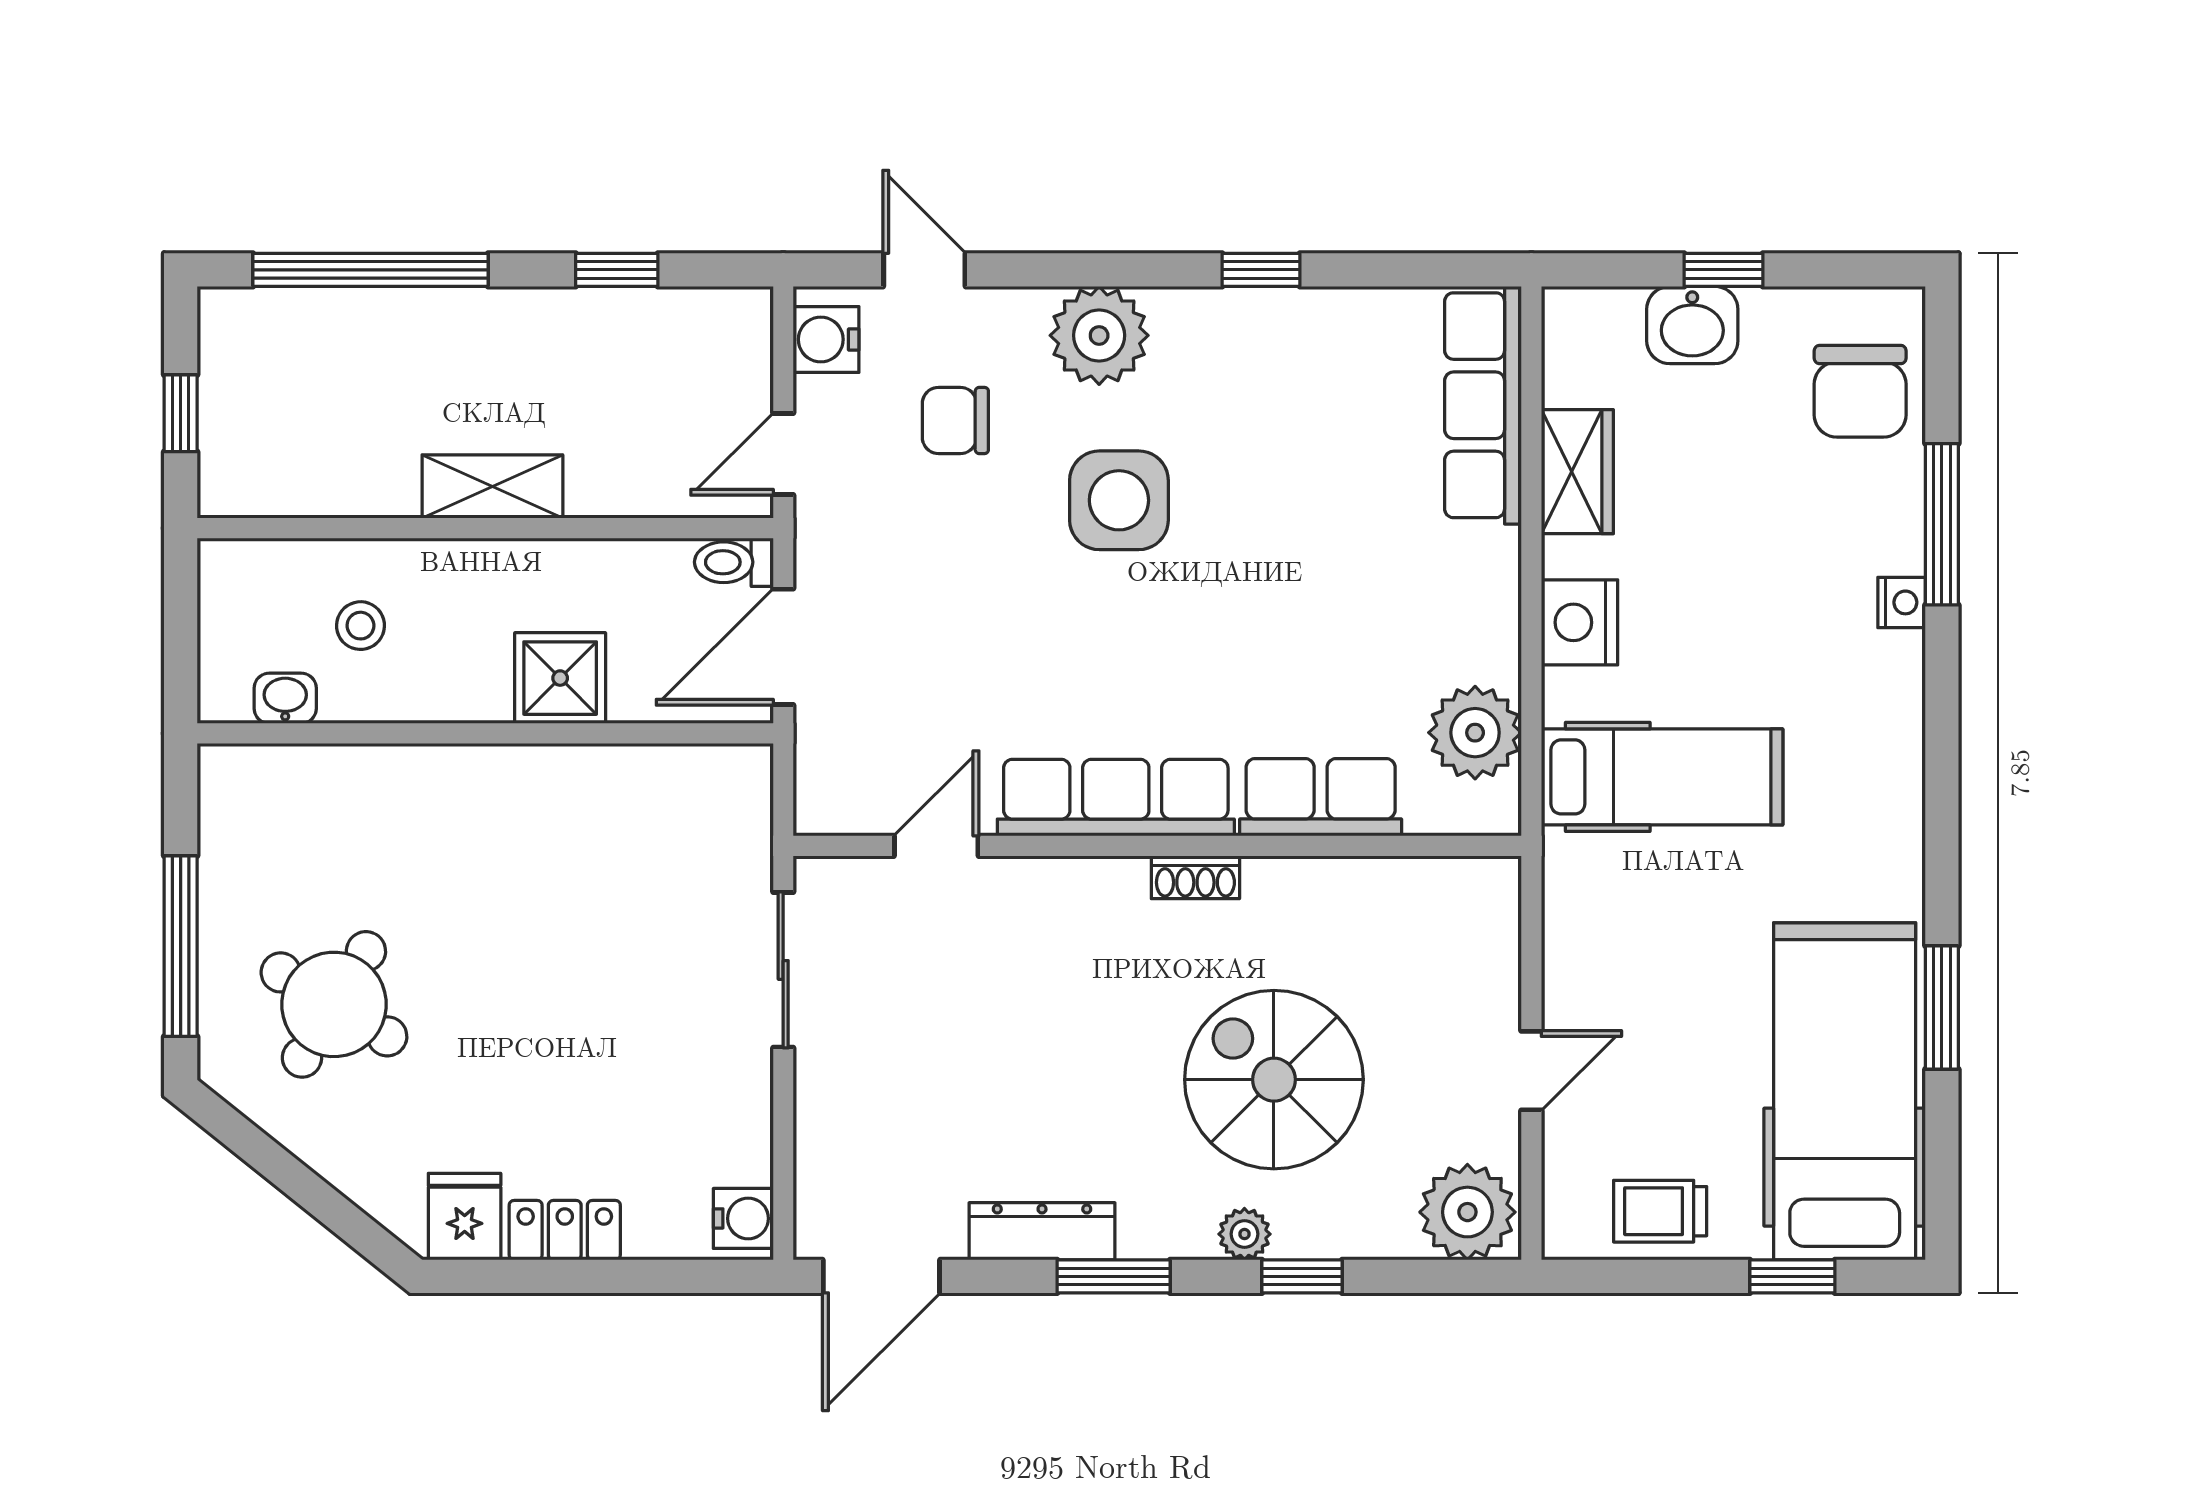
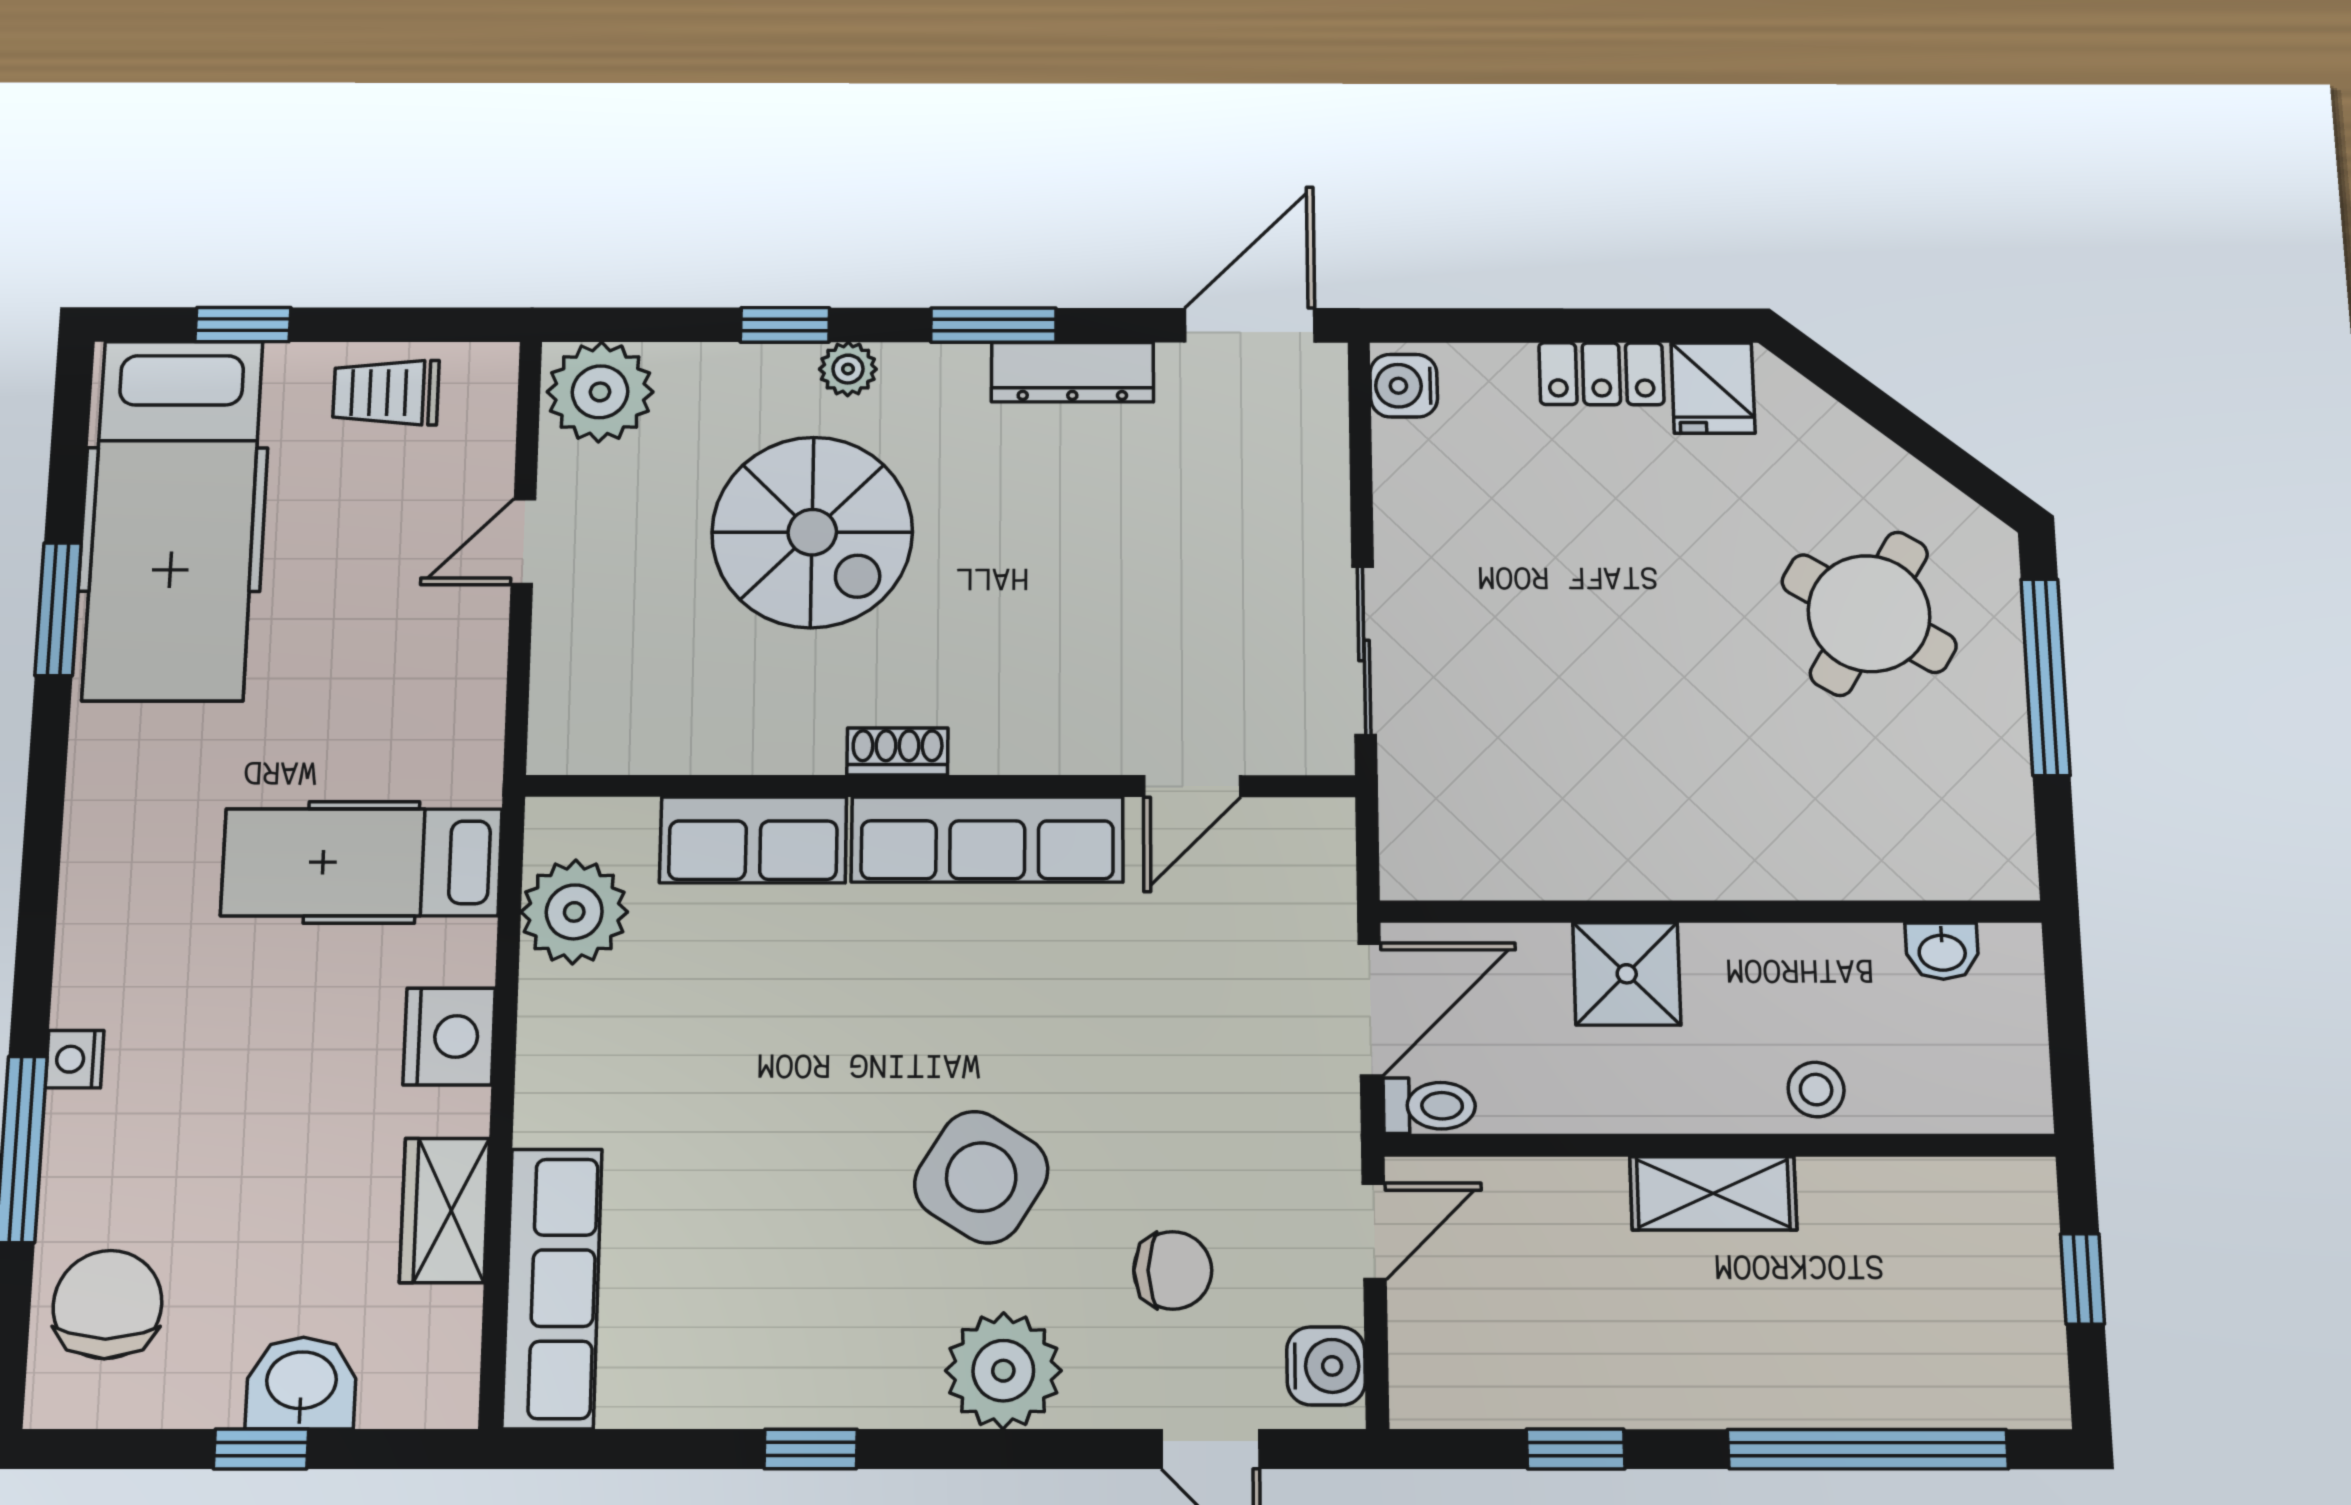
side table: (1119, 500) -> (981, 1177), turned 32
stool: (360, 626) -> (1816, 1090), moved
trolley: (1660, 1211) -> (386, 393), turned 180

